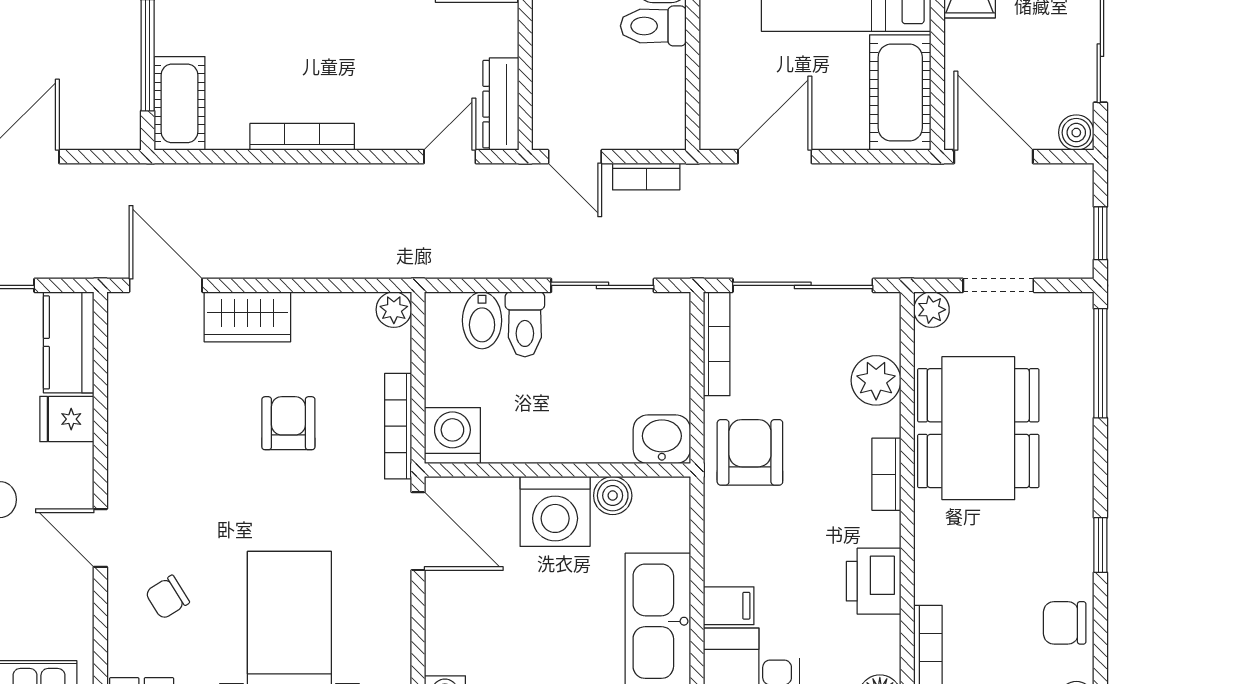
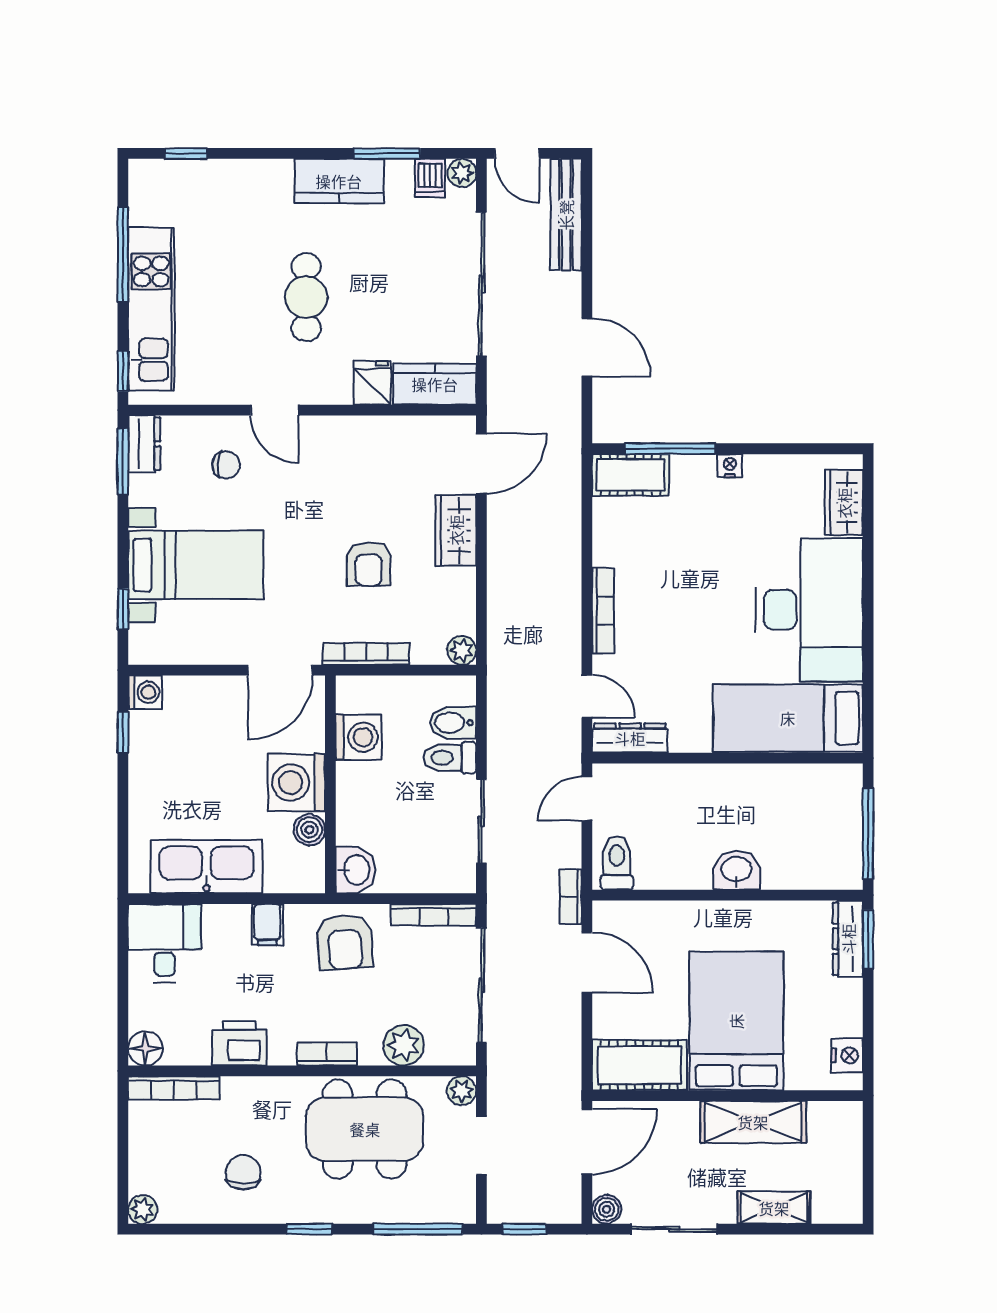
toilet: (653, 26) -> (617, 863), moved
bookcase: (302, 137) -> (603, 611), moved
bookcase: (646, 177) -> (571, 897), moved
armchair: (288, 423) -> (369, 564), turned 90
washing machine: (452, 436) -> (359, 737), moved
armchair: (750, 452) -> (345, 942), turned 86
door: (100, 538) -> (275, 410), swing flipped
window: (1100, 545) -> (309, 1229), moved
chair: (167, 597) -> (226, 465), turned 127
filing cabinet: (729, 606) -> (267, 925), moved
chair: (1065, 623) -> (243, 1173), moved

